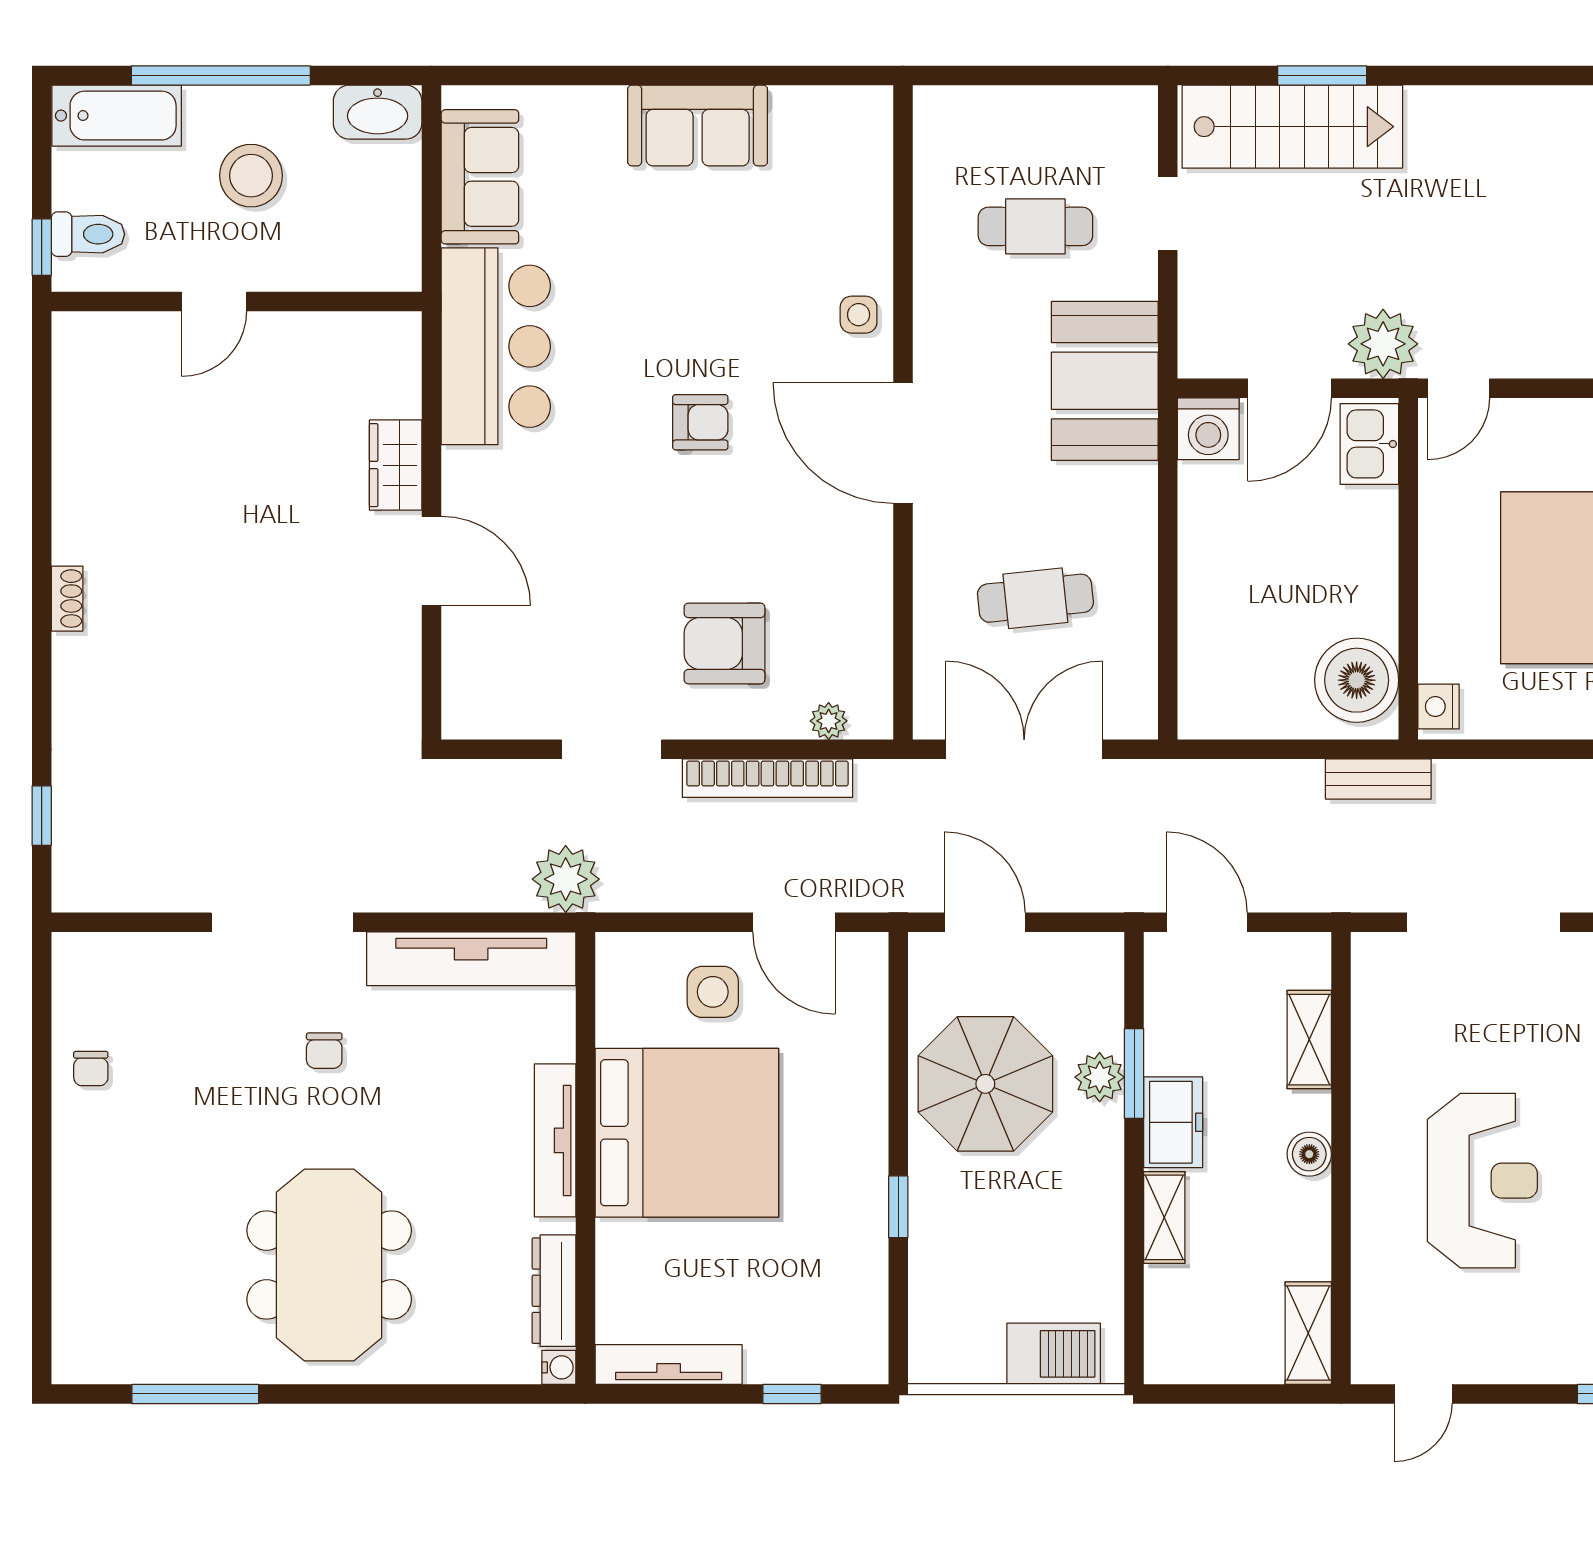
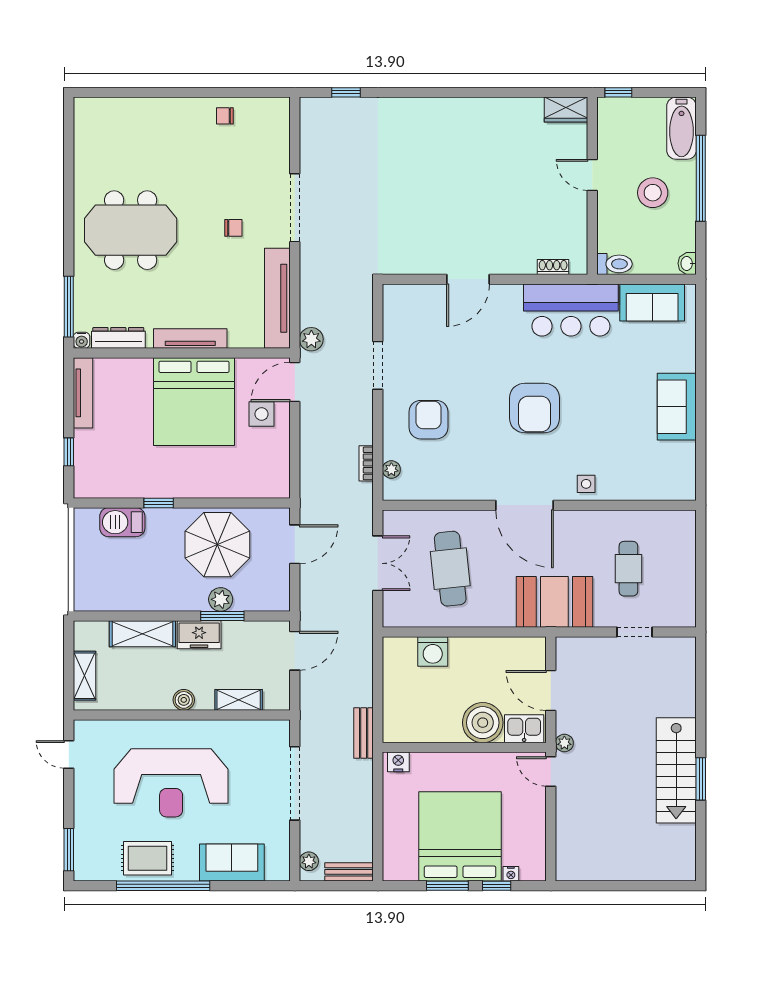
window: (1322, 75) -> (701, 779), moved
washbasin: (378, 112) -> (687, 263), width x0.52, depth x0.69
stairs: (1292, 127) -> (676, 770), moved
toilet: (88, 234) -> (615, 264), moved, turned -90
plant: (1383, 344) -> (564, 743), width x0.53, depth x0.53
armchair: (700, 422) -> (535, 408), width x1.88, depth x1.88
washing machine: (1208, 429) -> (433, 651), moved, turned -90
door: (903, 443) -> (525, 505), swing flipped
wardrobe: (396, 465) -> (566, 110), moved, turned 180
cafe table: (1035, 598) -> (450, 569), width x1.37, depth x1.35
shoe rack: (67, 599) -> (553, 267), moved, turned 180
boiler: (1357, 680) -> (483, 723), moved
double door: (1024, 749) -> (378, 563), width x0.73
bookcase: (767, 778) -> (366, 463), width x0.43, depth x0.76
plant: (566, 879) -> (311, 339), width x0.73, depth x0.73
door: (794, 922) -> (295, 382), moved
chair: (324, 1051) -> (233, 228), turned 180
reception desk: (1482, 1181) -> (171, 783), width x1.36, depth x1.30
shelving: (1164, 1217) -> (142, 634), width x1.50, depth x1.33
shelving: (1308, 1333) -> (84, 676), moved, turned 90
barbecue: (1054, 1354) -> (122, 522), moved, turned 90
window: (195, 1394) -> (69, 307), moved

